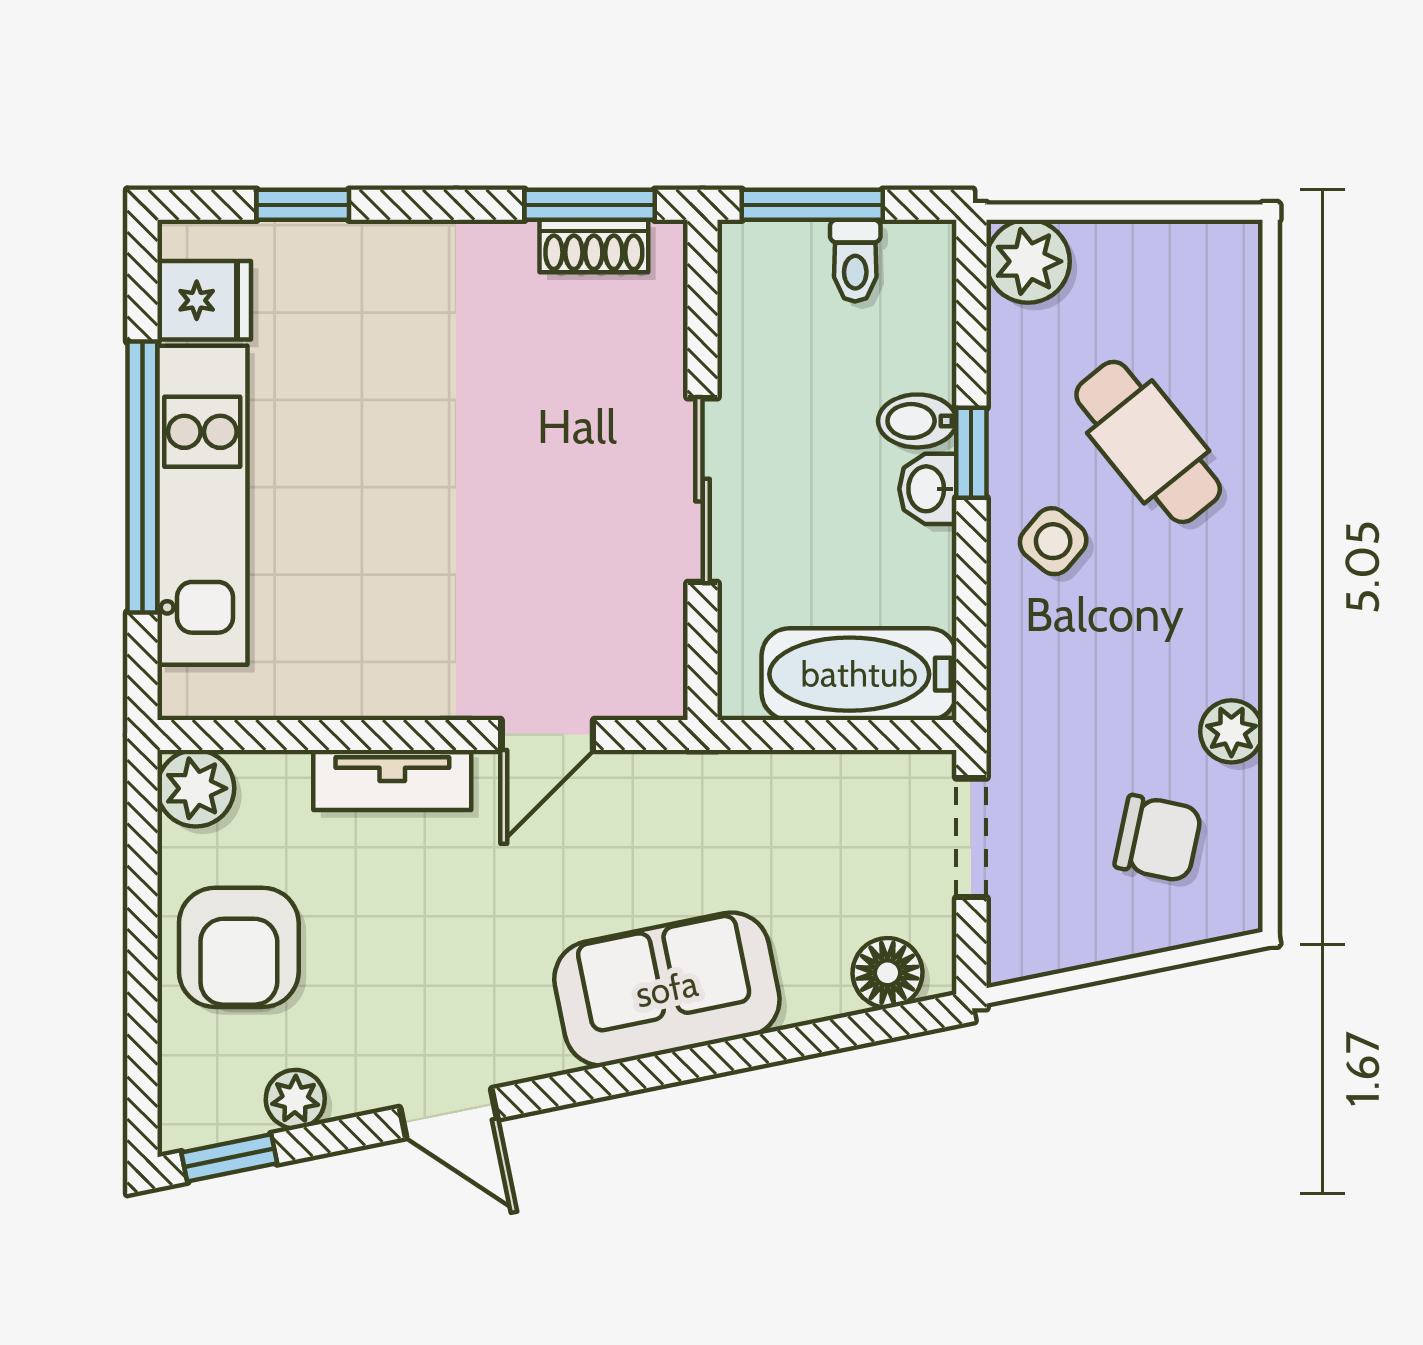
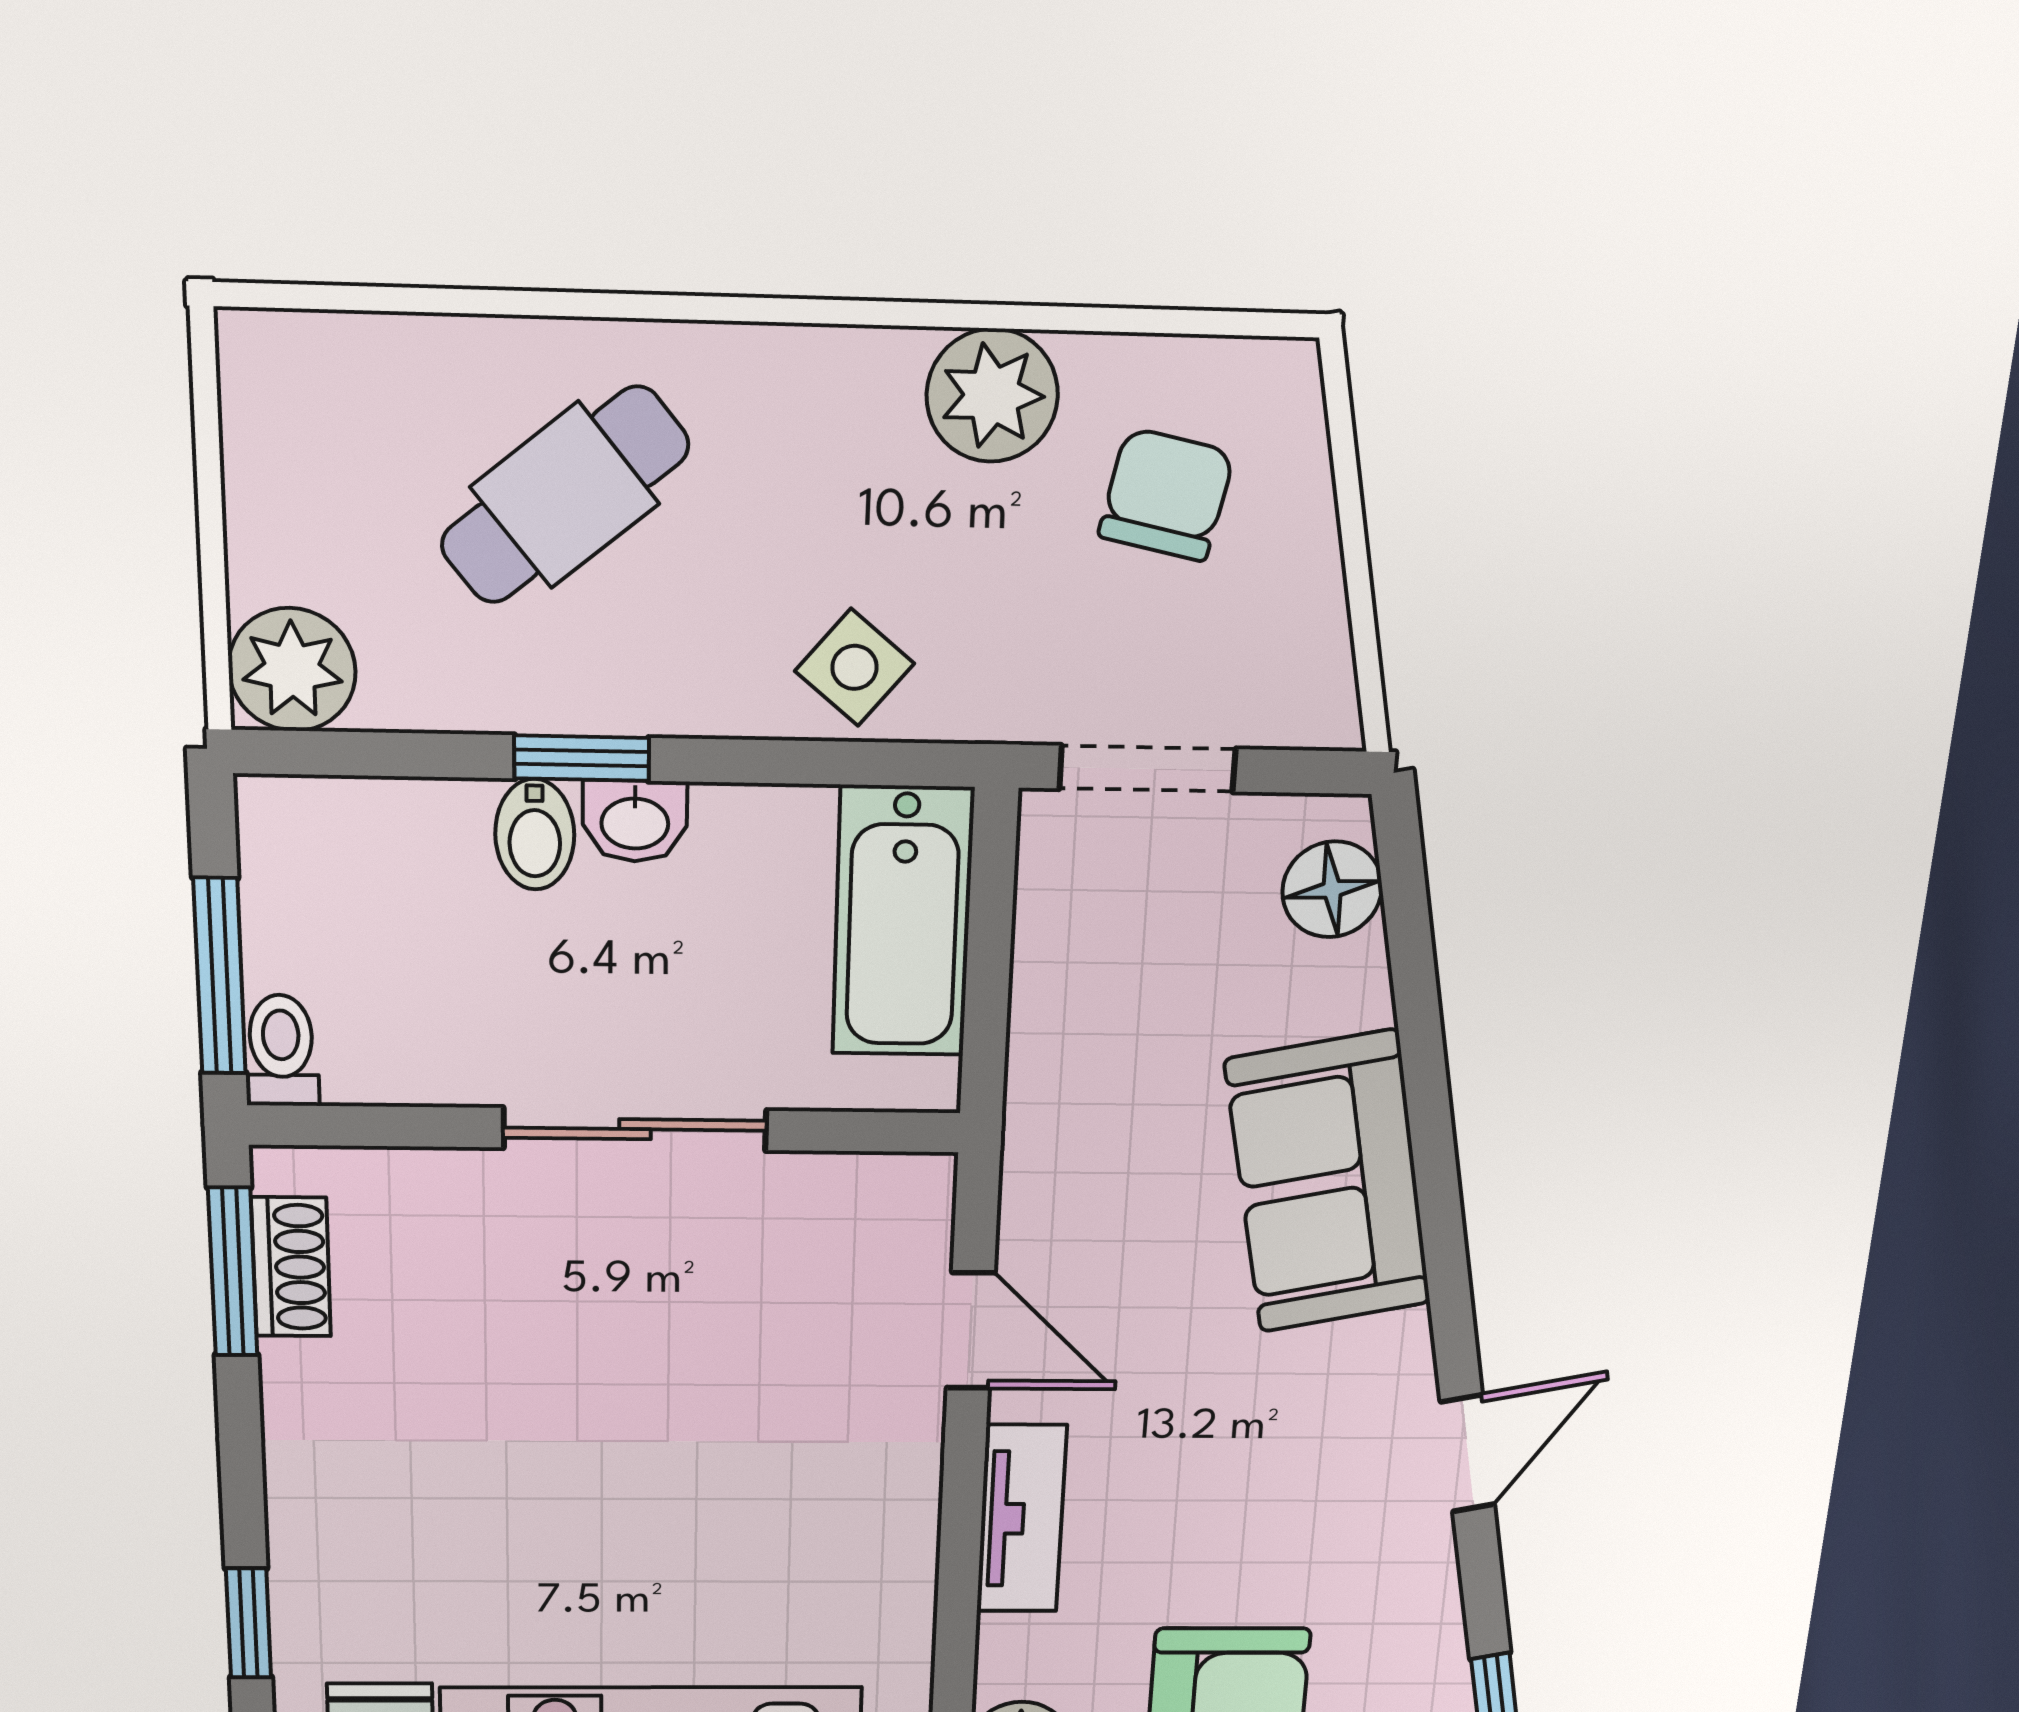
toilet: (855, 261) -> (281, 1050), moved, turned -90
side table: (1053, 541) -> (855, 667), moved
plant: (1231, 731) -> (992, 395), width x1.38, depth x1.38
plant: (295, 1099) -> (1429, 1632), removed

